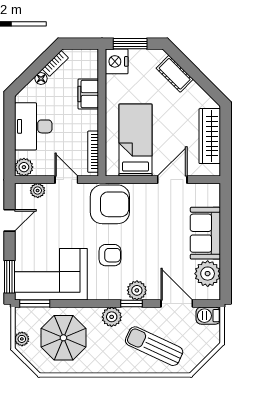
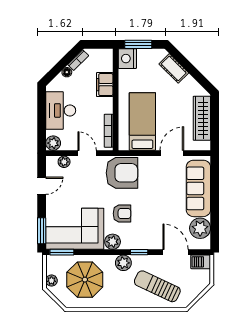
sofa: (205, 233) -> (198, 188), width x1.36
plant: (137, 290) -> (113, 242), moved

